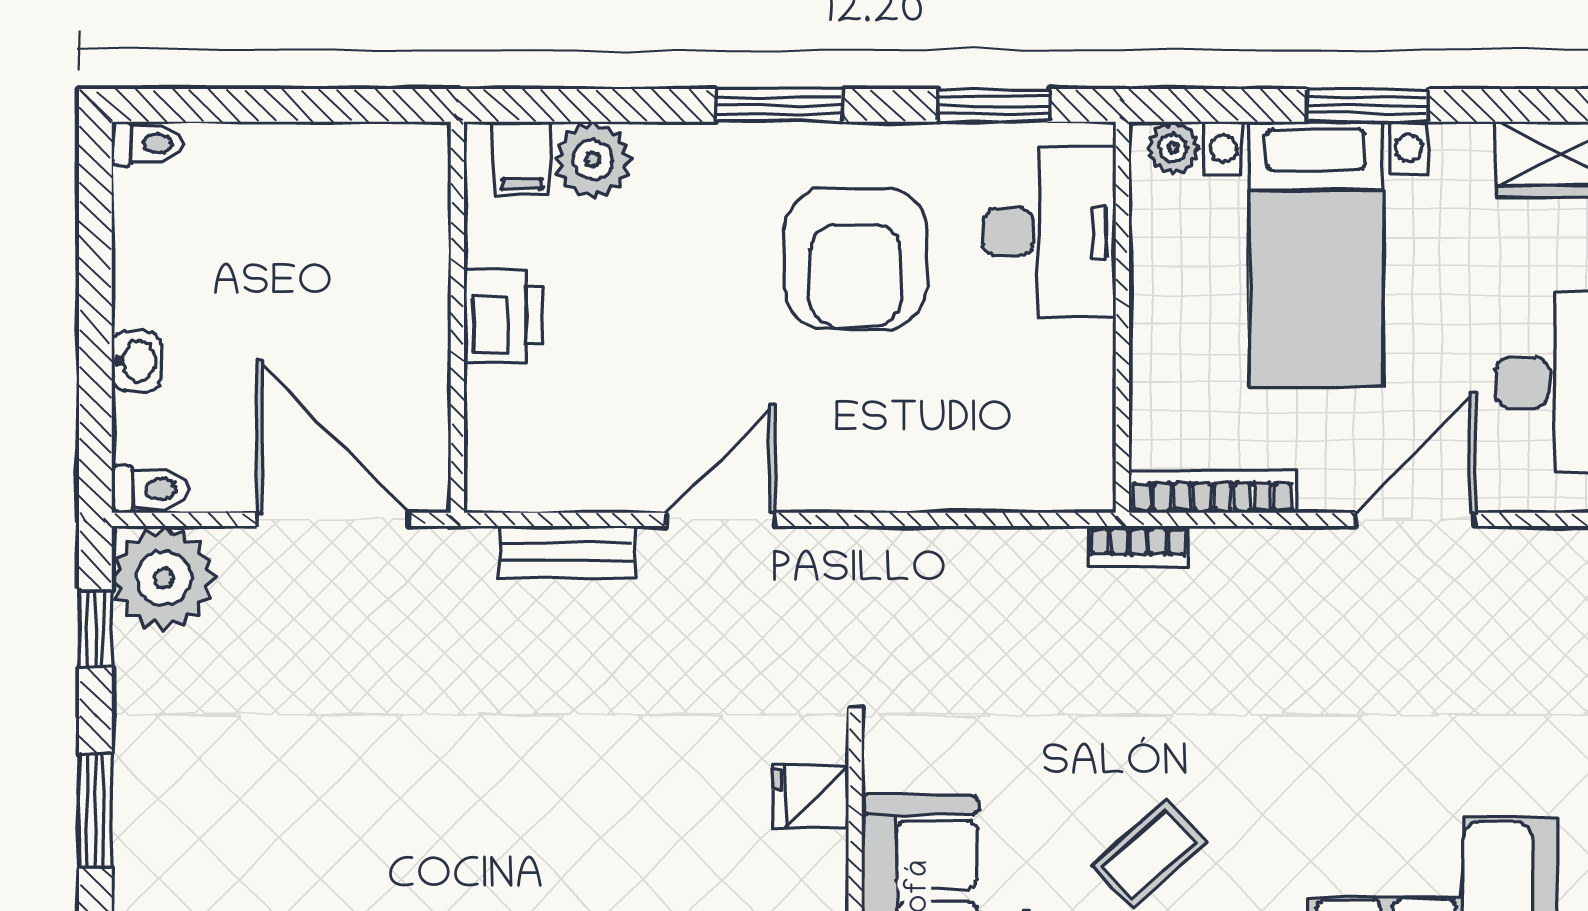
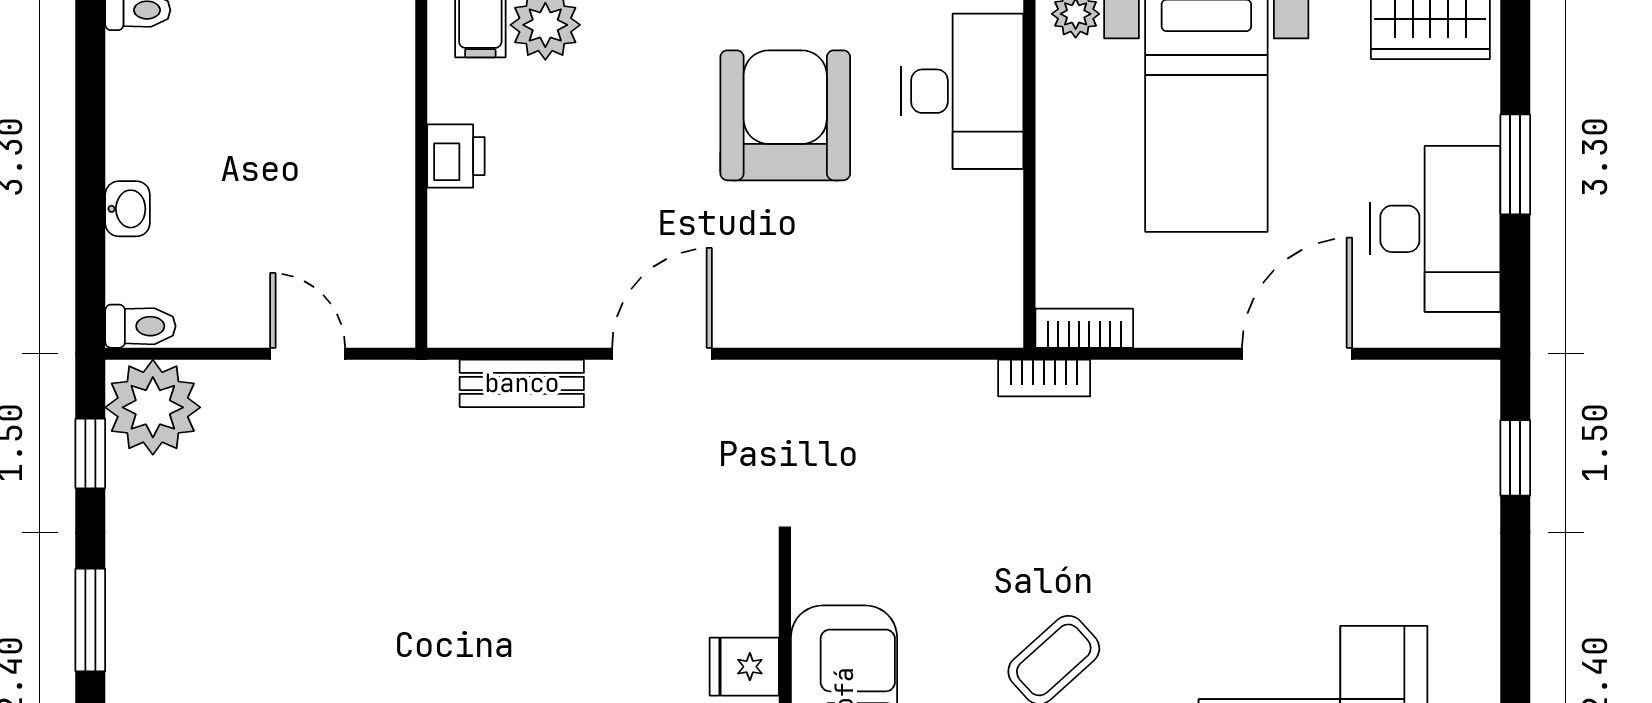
armchair: (855, 259) -> (785, 115), turned 180
printer: (503, 316) -> (456, 156), width x0.73, depth x0.81
bookcase: (1213, 492) -> (1084, 328), width x0.64
door: (333, 519) -> (308, 354), width x0.53
fridge: (811, 796) -> (744, 667), moved

